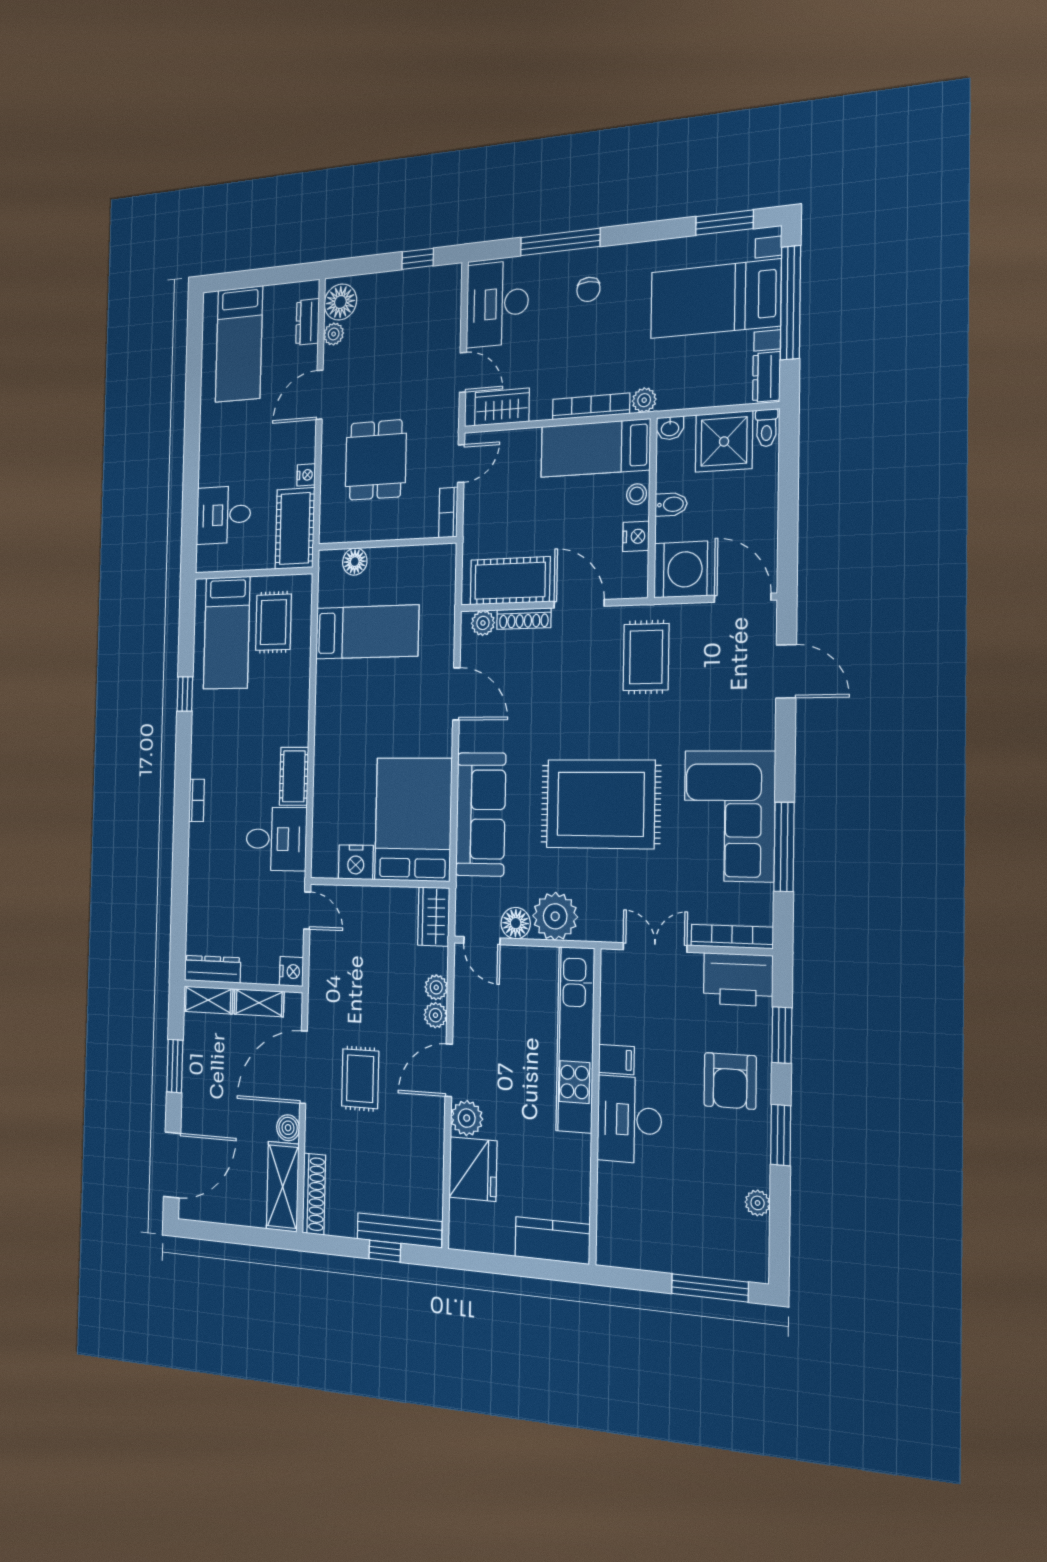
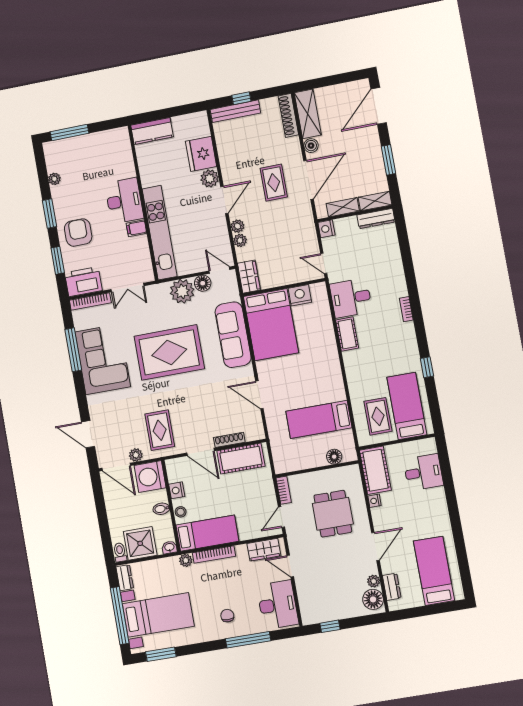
plant: (483, 623) -> (136, 455), moved

